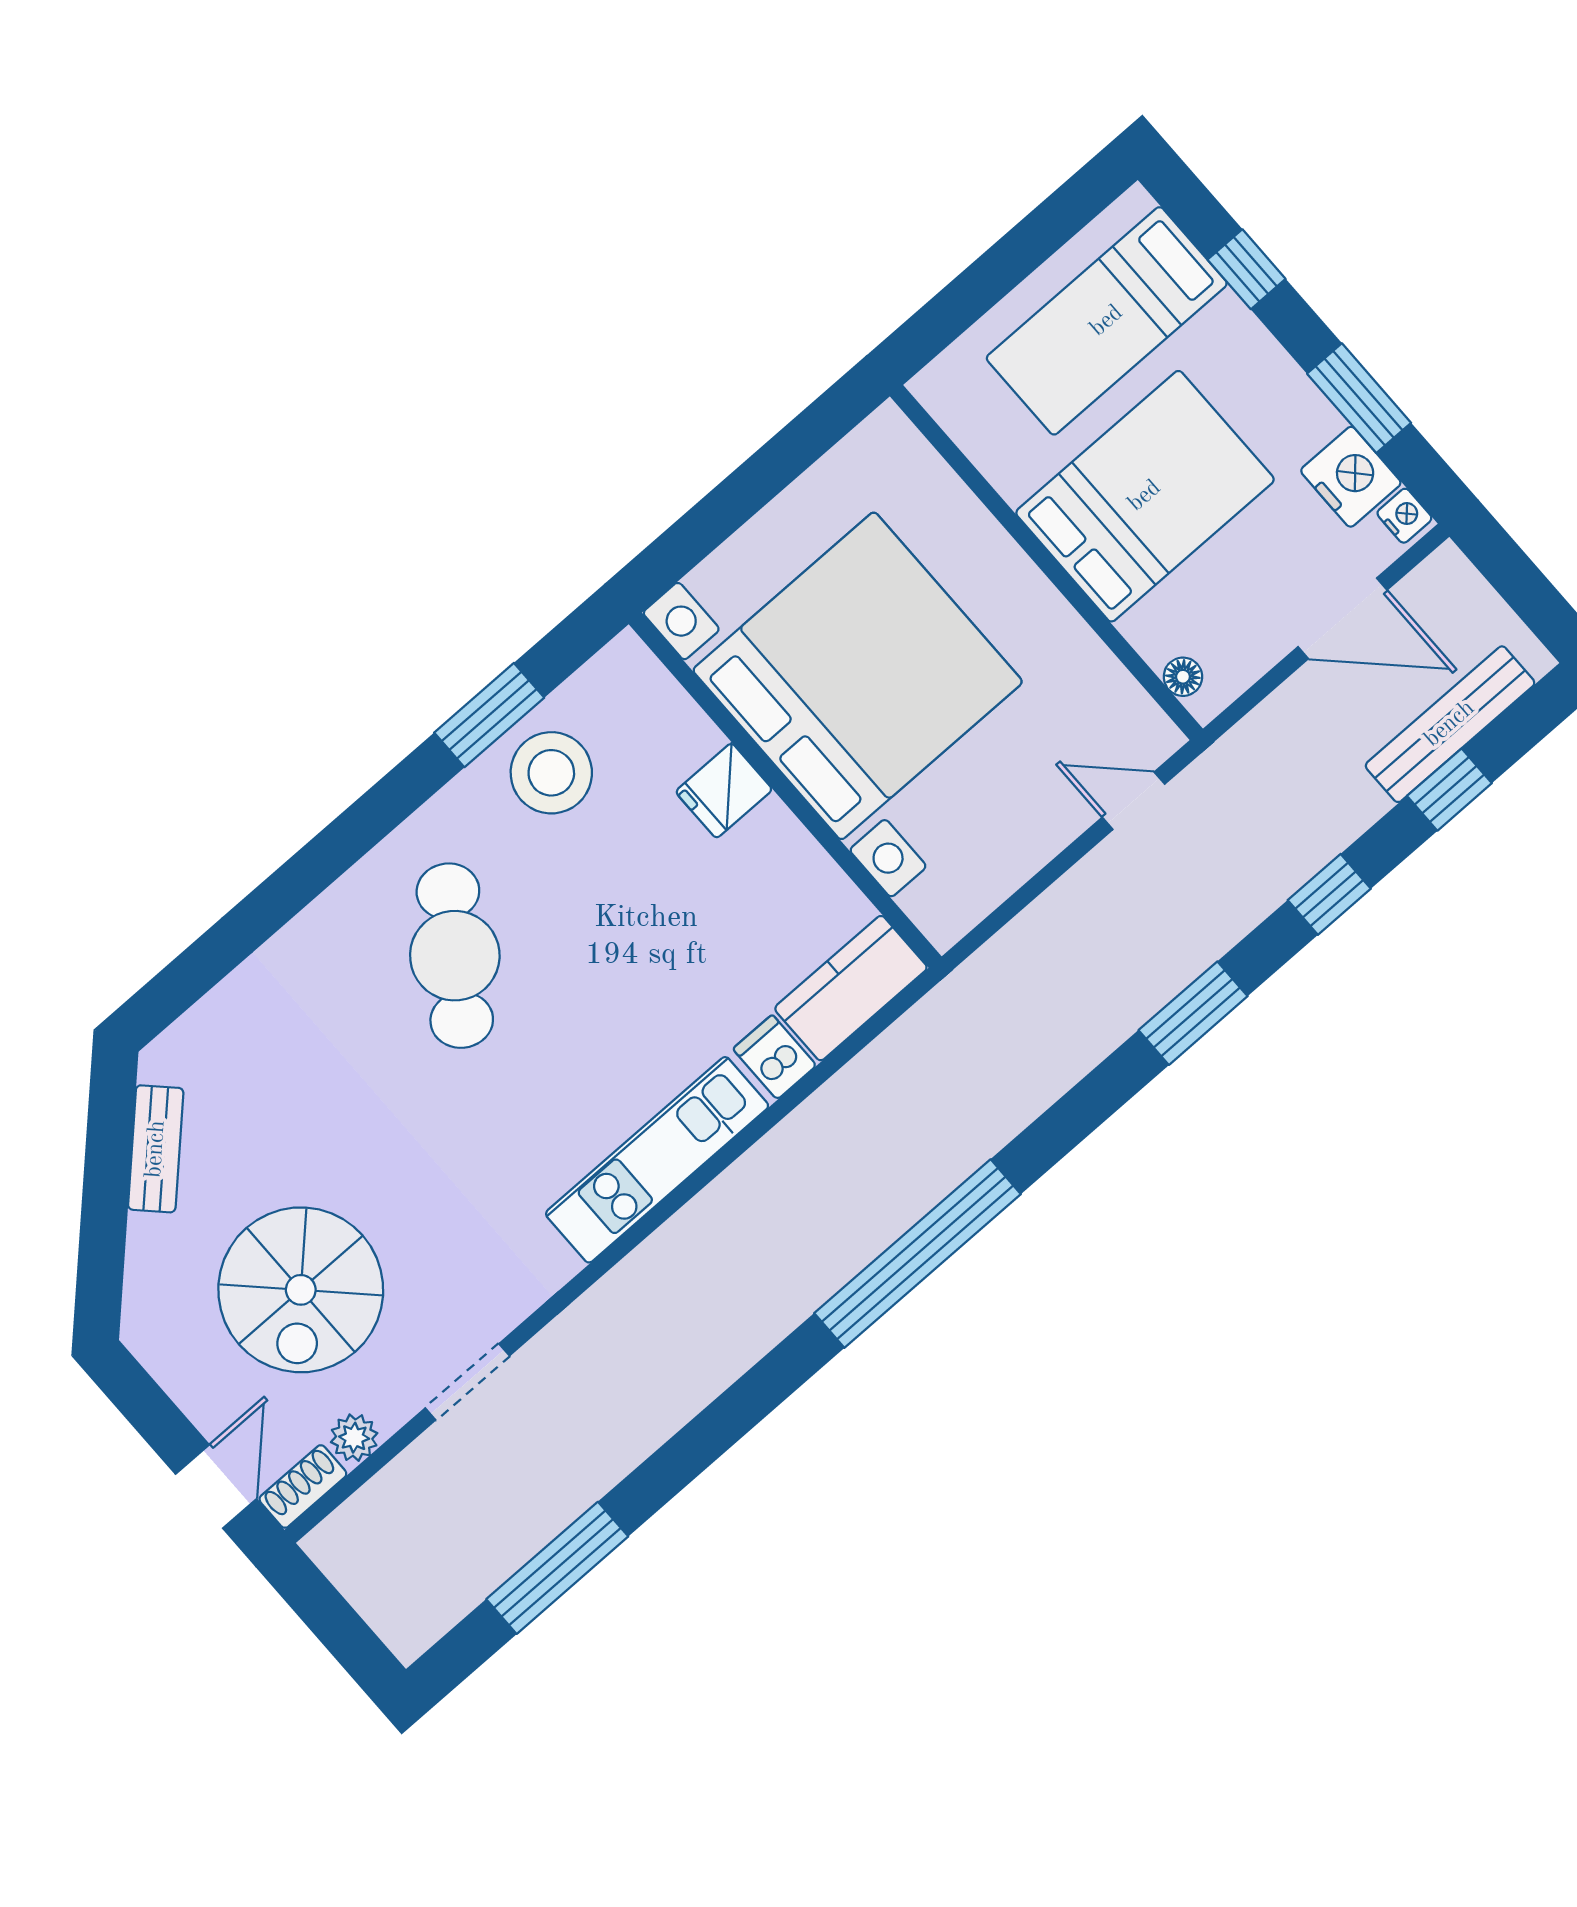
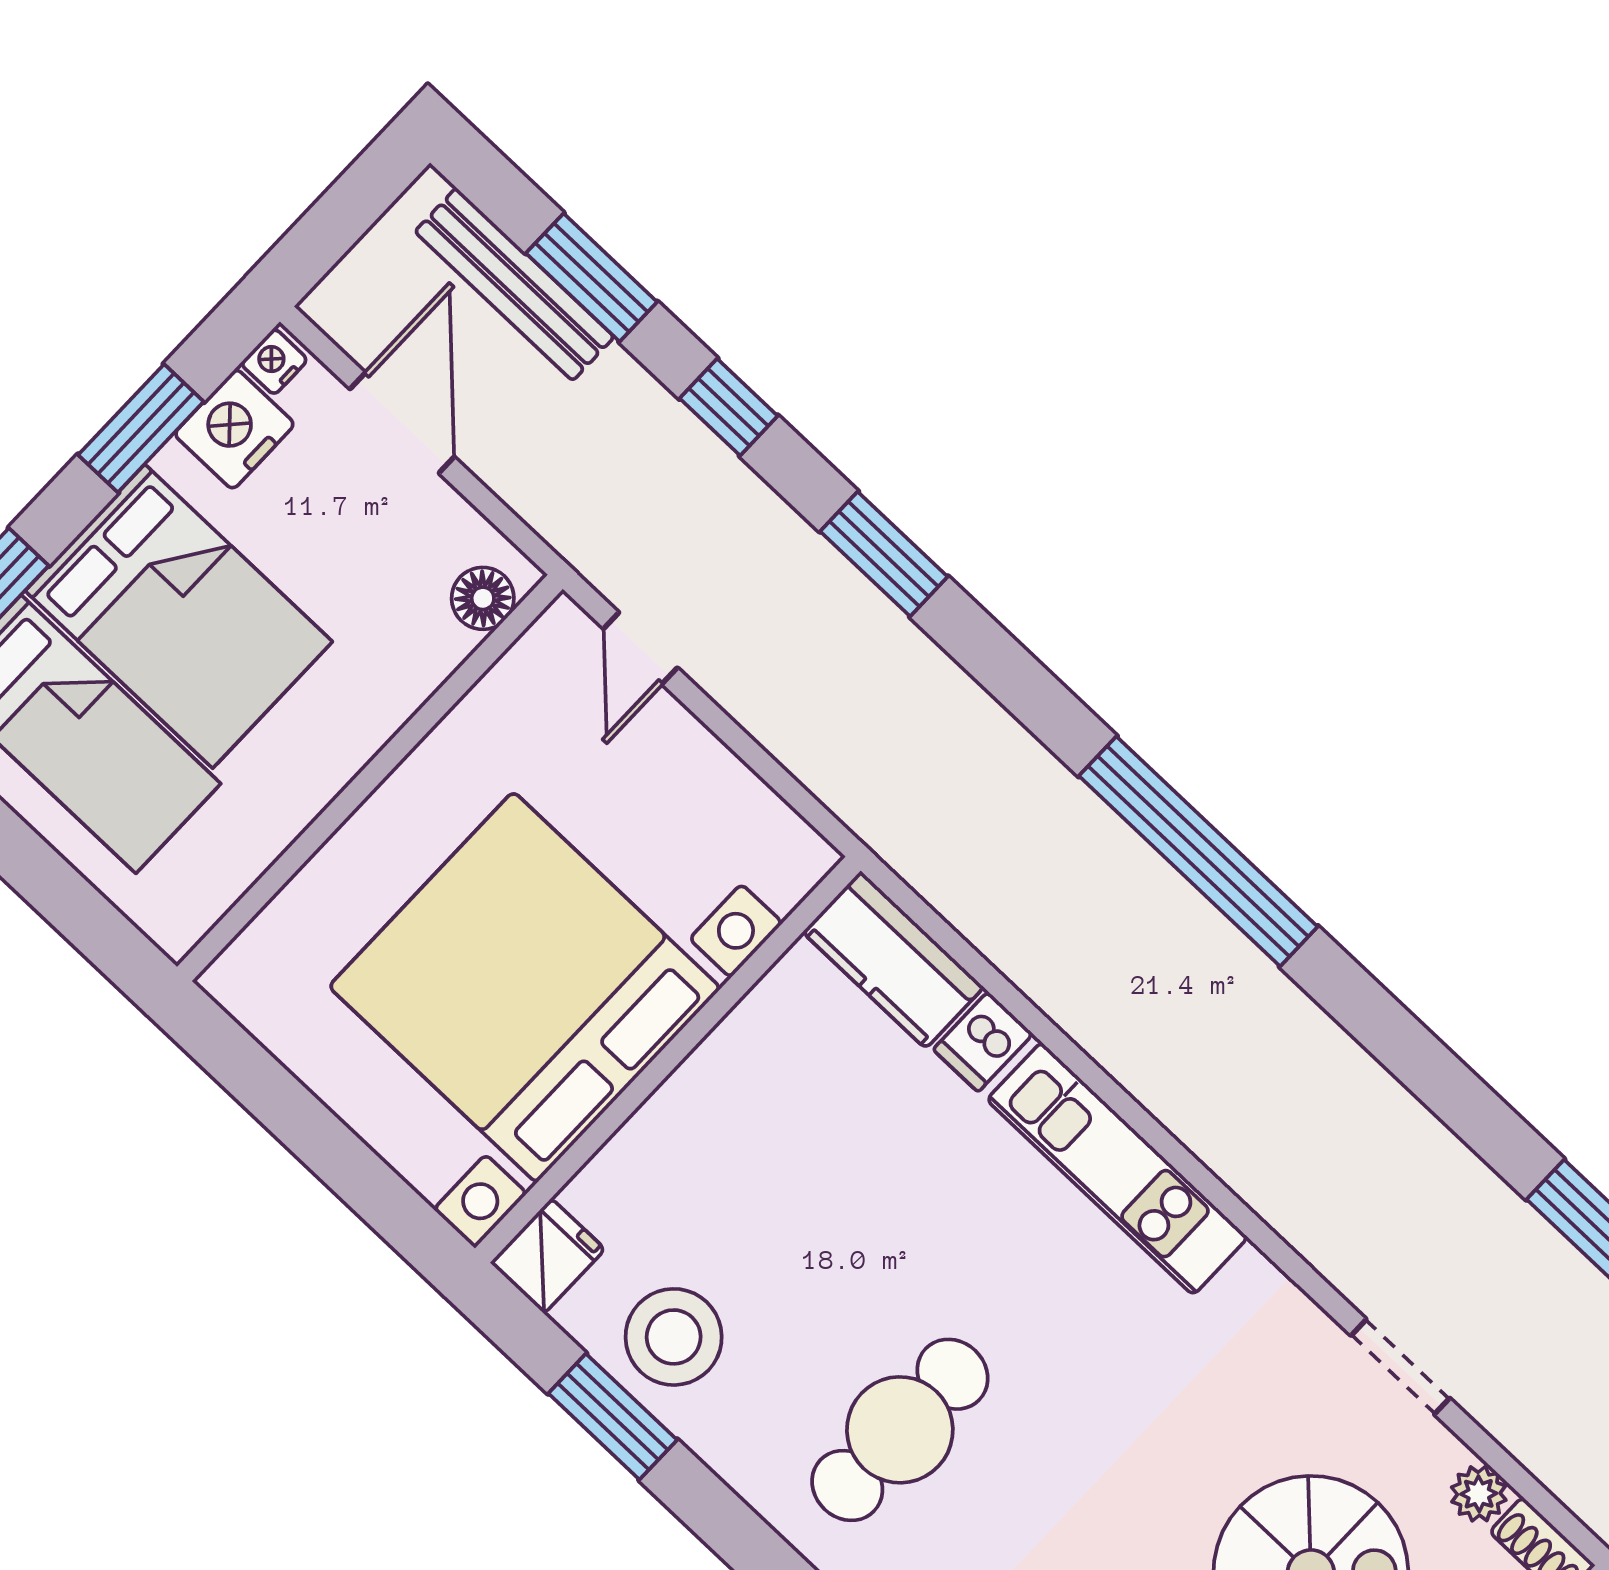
bed: (1145, 496) -> (179, 616), moved, turned 180
floor lamp: (1183, 677) -> (483, 598), width x1.37, depth x1.37
window: (1449, 790) -> (592, 277), width x1.50
fridge: (724, 791) -> (548, 1256), moved, turned -90
cafe table: (455, 956) -> (900, 1430), turned -35

